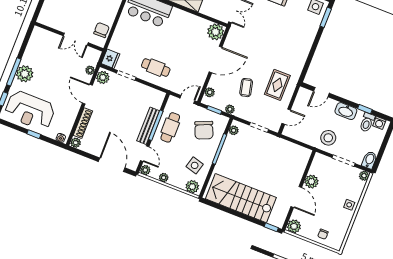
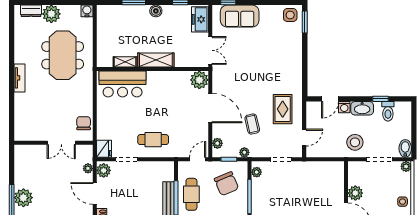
door: (215, 60) -> (210, 108), hinge flipped
washing machine: (379, 123) -> (344, 107), moved

